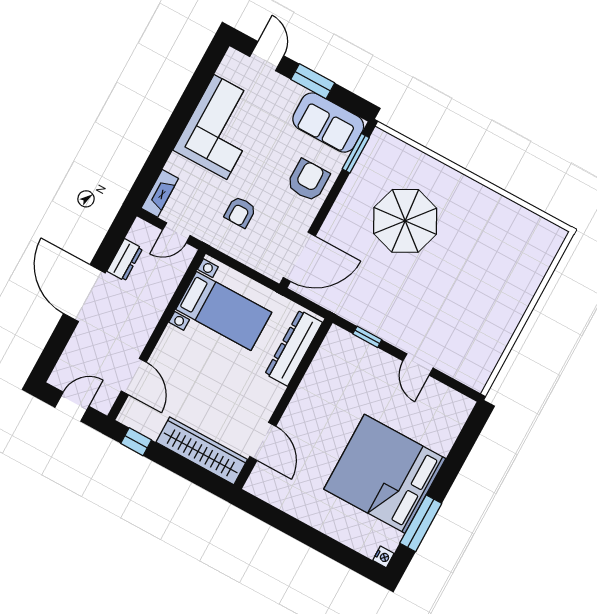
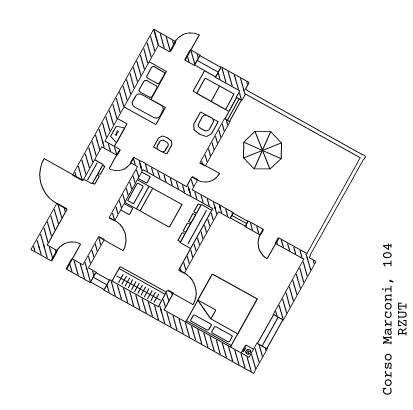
door: (267, 56) -> (180, 51), hinge flipped
door: (299, 257) -> (199, 171), width x0.53
door: (134, 377) -> (107, 229), moved
bed: (385, 474) -> (221, 311), moved, turned 90

